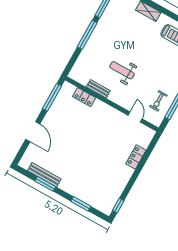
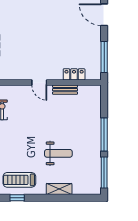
weight bench: (122, 70) -> (58, 153), moved
door: (135, 117) -> (39, 83), moved

